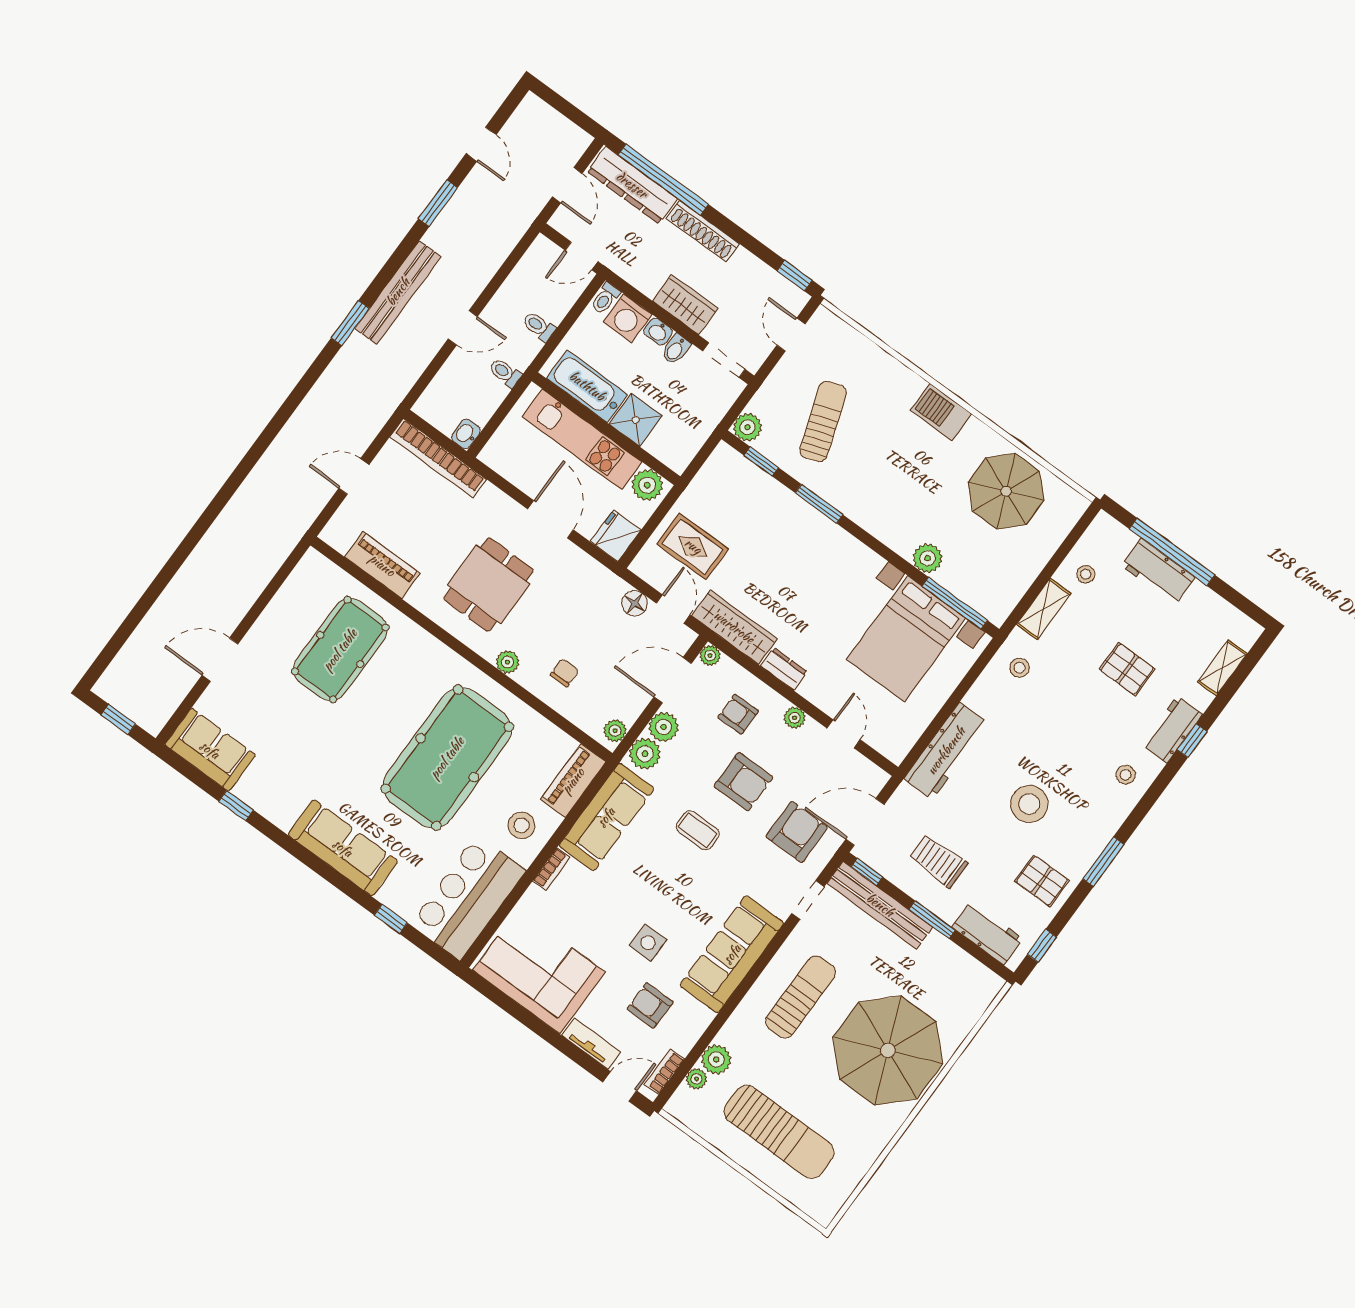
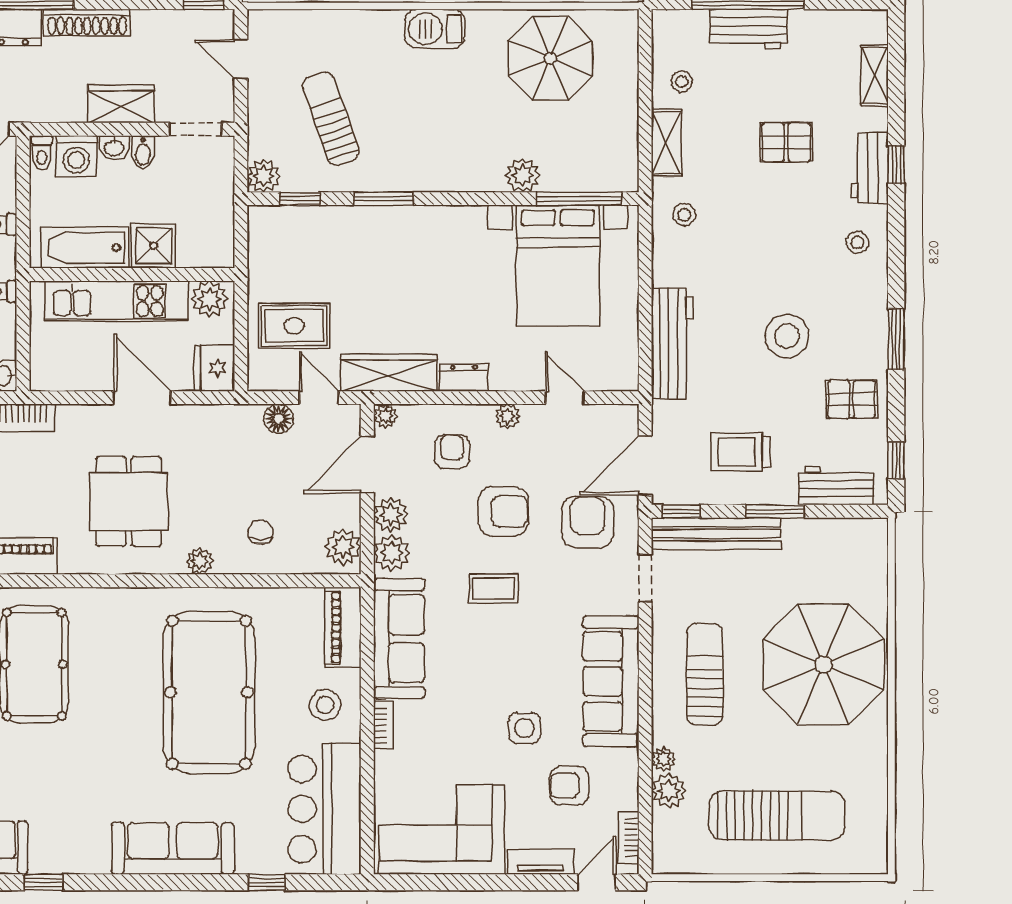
armchair: (738, 714) -> (452, 452), turned 90
plant: (615, 731) -> (343, 547), width x1.38, depth x1.38
plant: (696, 1079) -> (663, 759), moved

